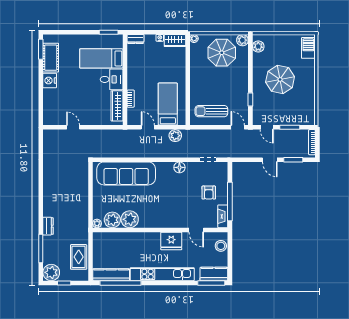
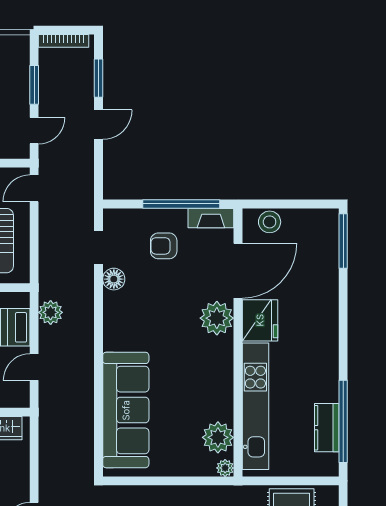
floor lamp: (179, 167) -> (114, 279), moved
armchair: (209, 193) -> (164, 246), turned 180
plant: (130, 219) -> (217, 318), moved
door: (196, 230) -> (238, 271), width x1.88
kitchen unit: (162, 274) -> (255, 406), moved, turned 180
kitchen counter: (214, 274) -> (325, 236), removed
kitchen counter: (111, 275) -> (327, 428), width x0.67

